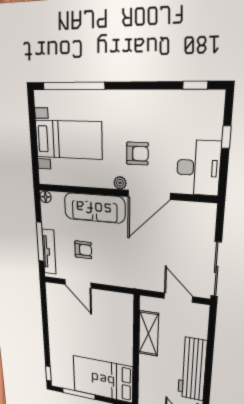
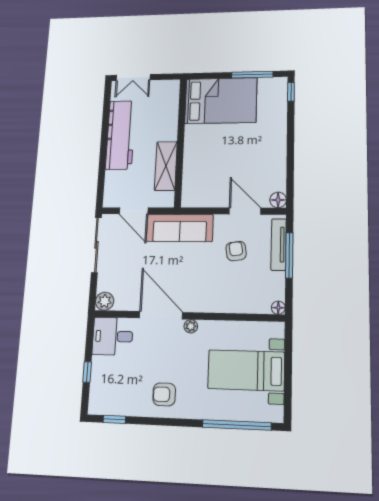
armchair: (137, 154) -> (164, 394), moved
desk: (198, 168) -> (113, 336), width x0.73
door: (149, 195) -> (161, 315), hinge flipped
sofa: (94, 208) -> (180, 228), moved, turned 180
plant: (207, 212) -> (105, 301), added
armchair: (83, 250) -> (236, 251), turned 82
floor lamp: (52, 289) -> (278, 200), added

